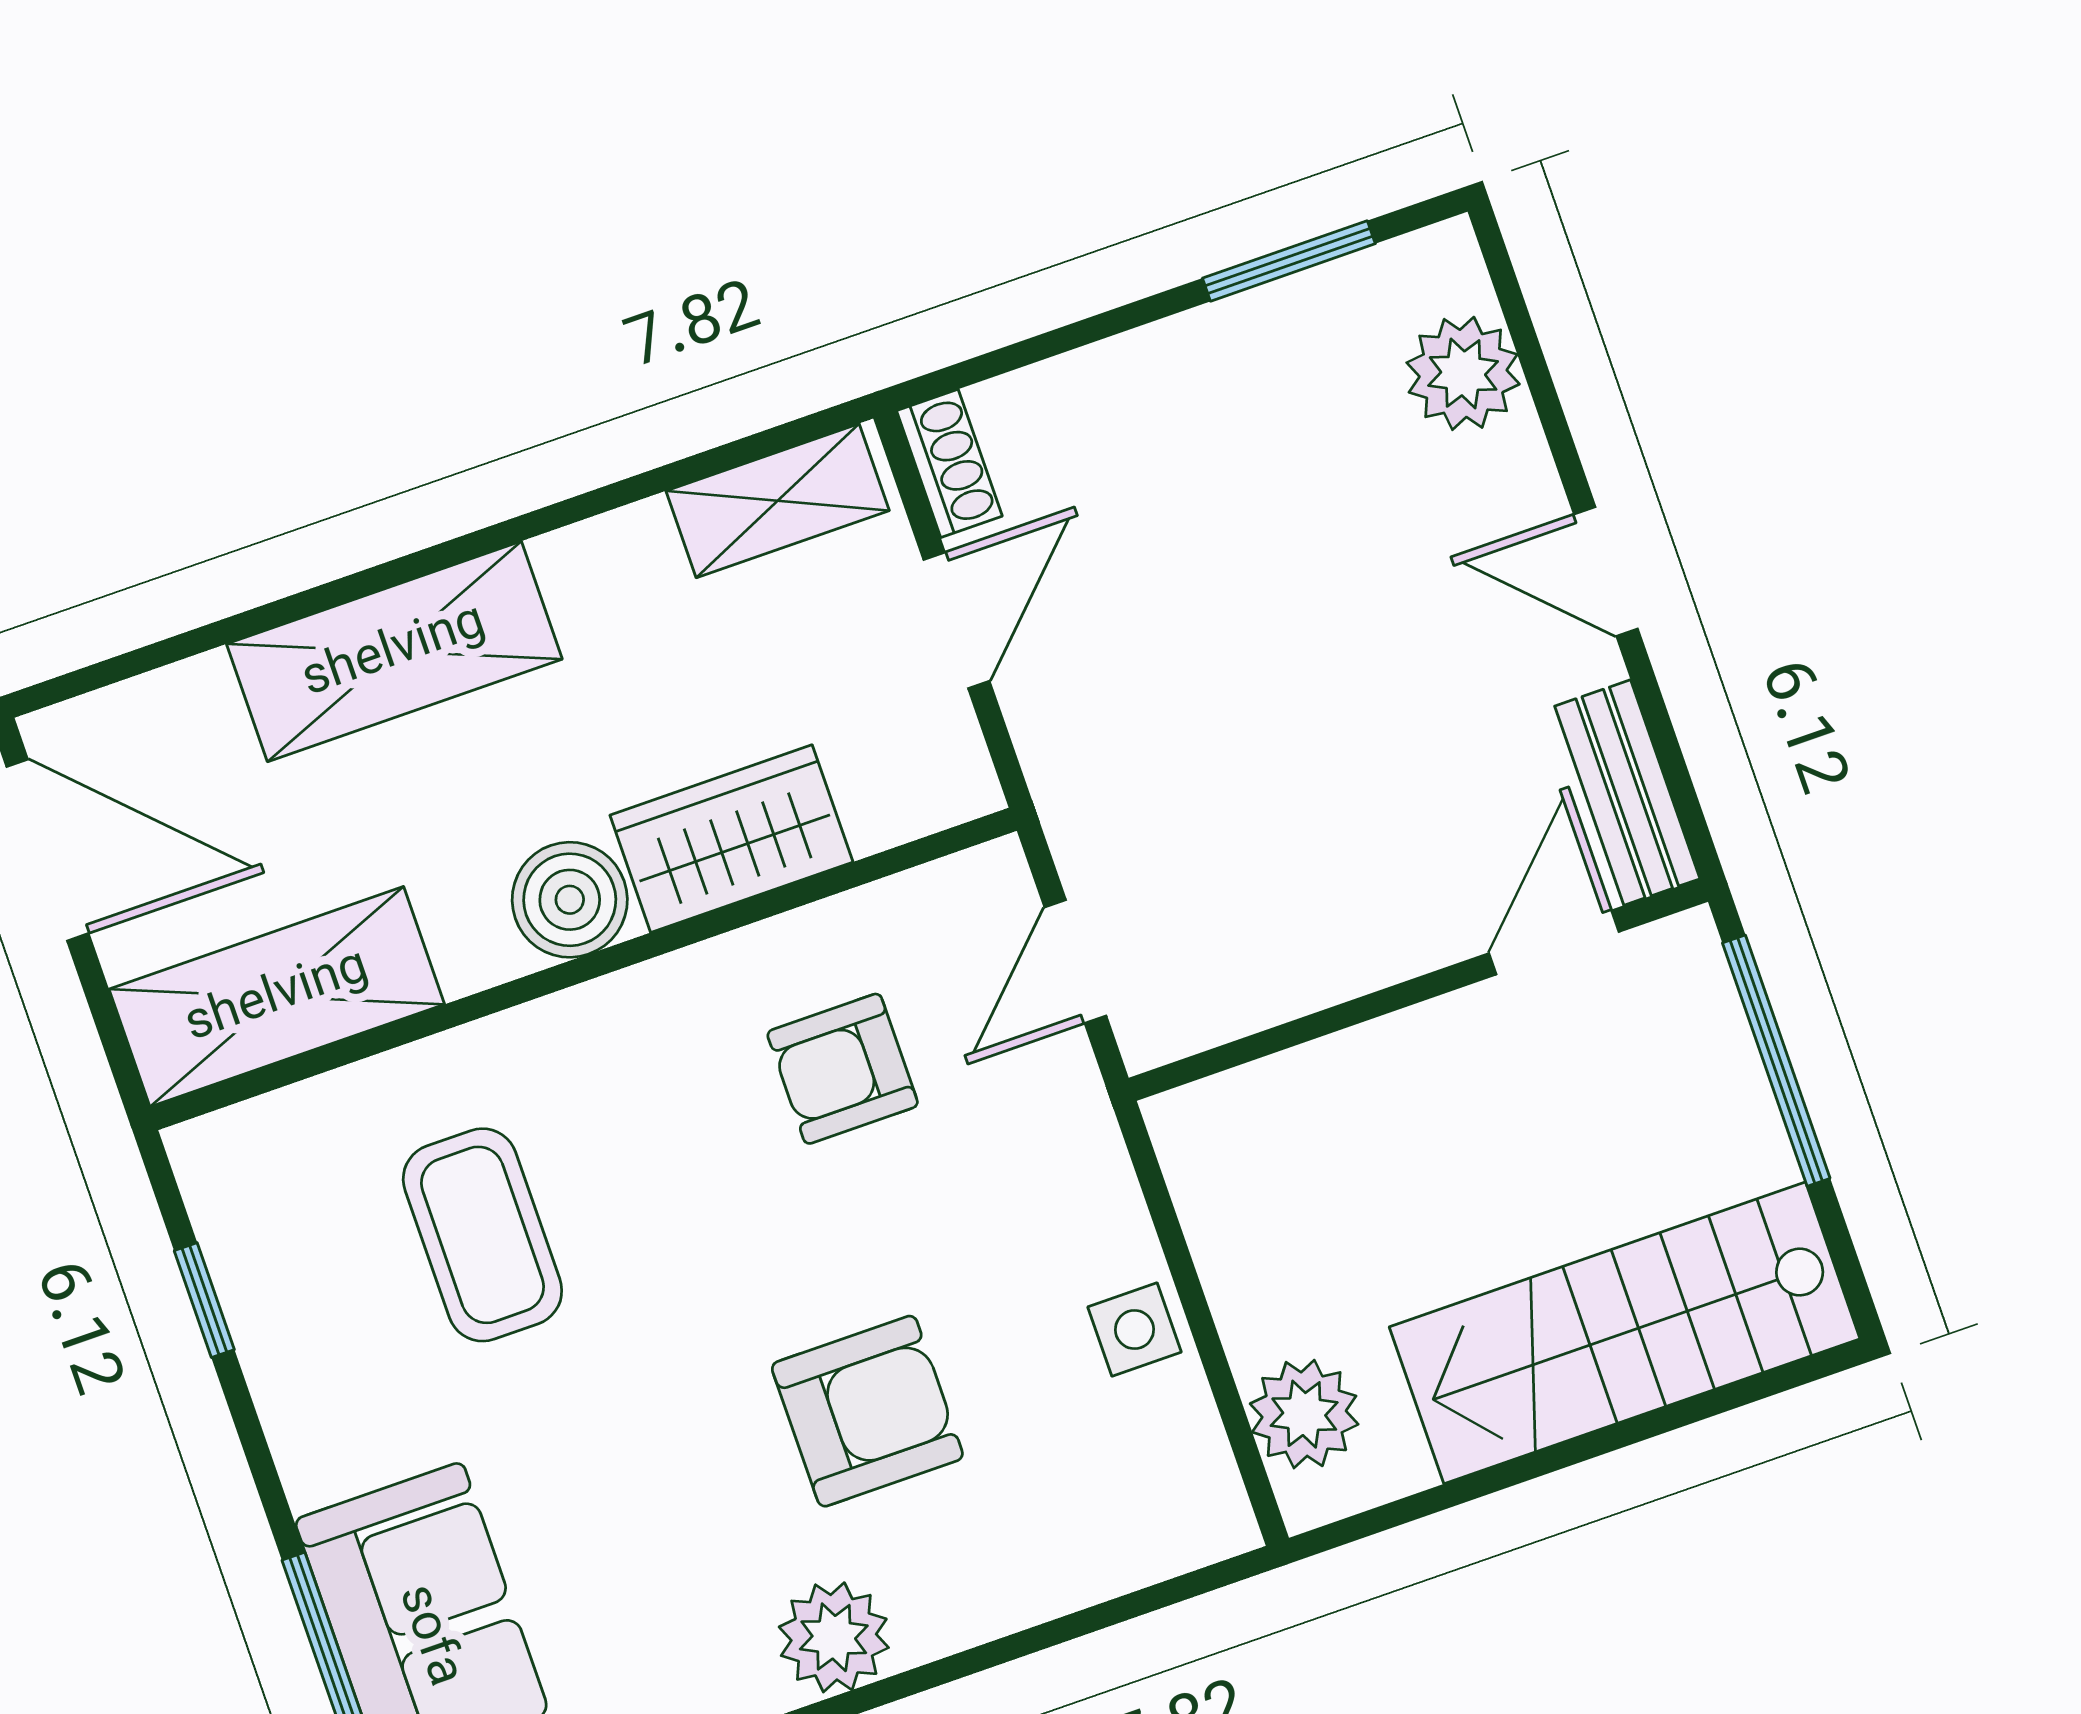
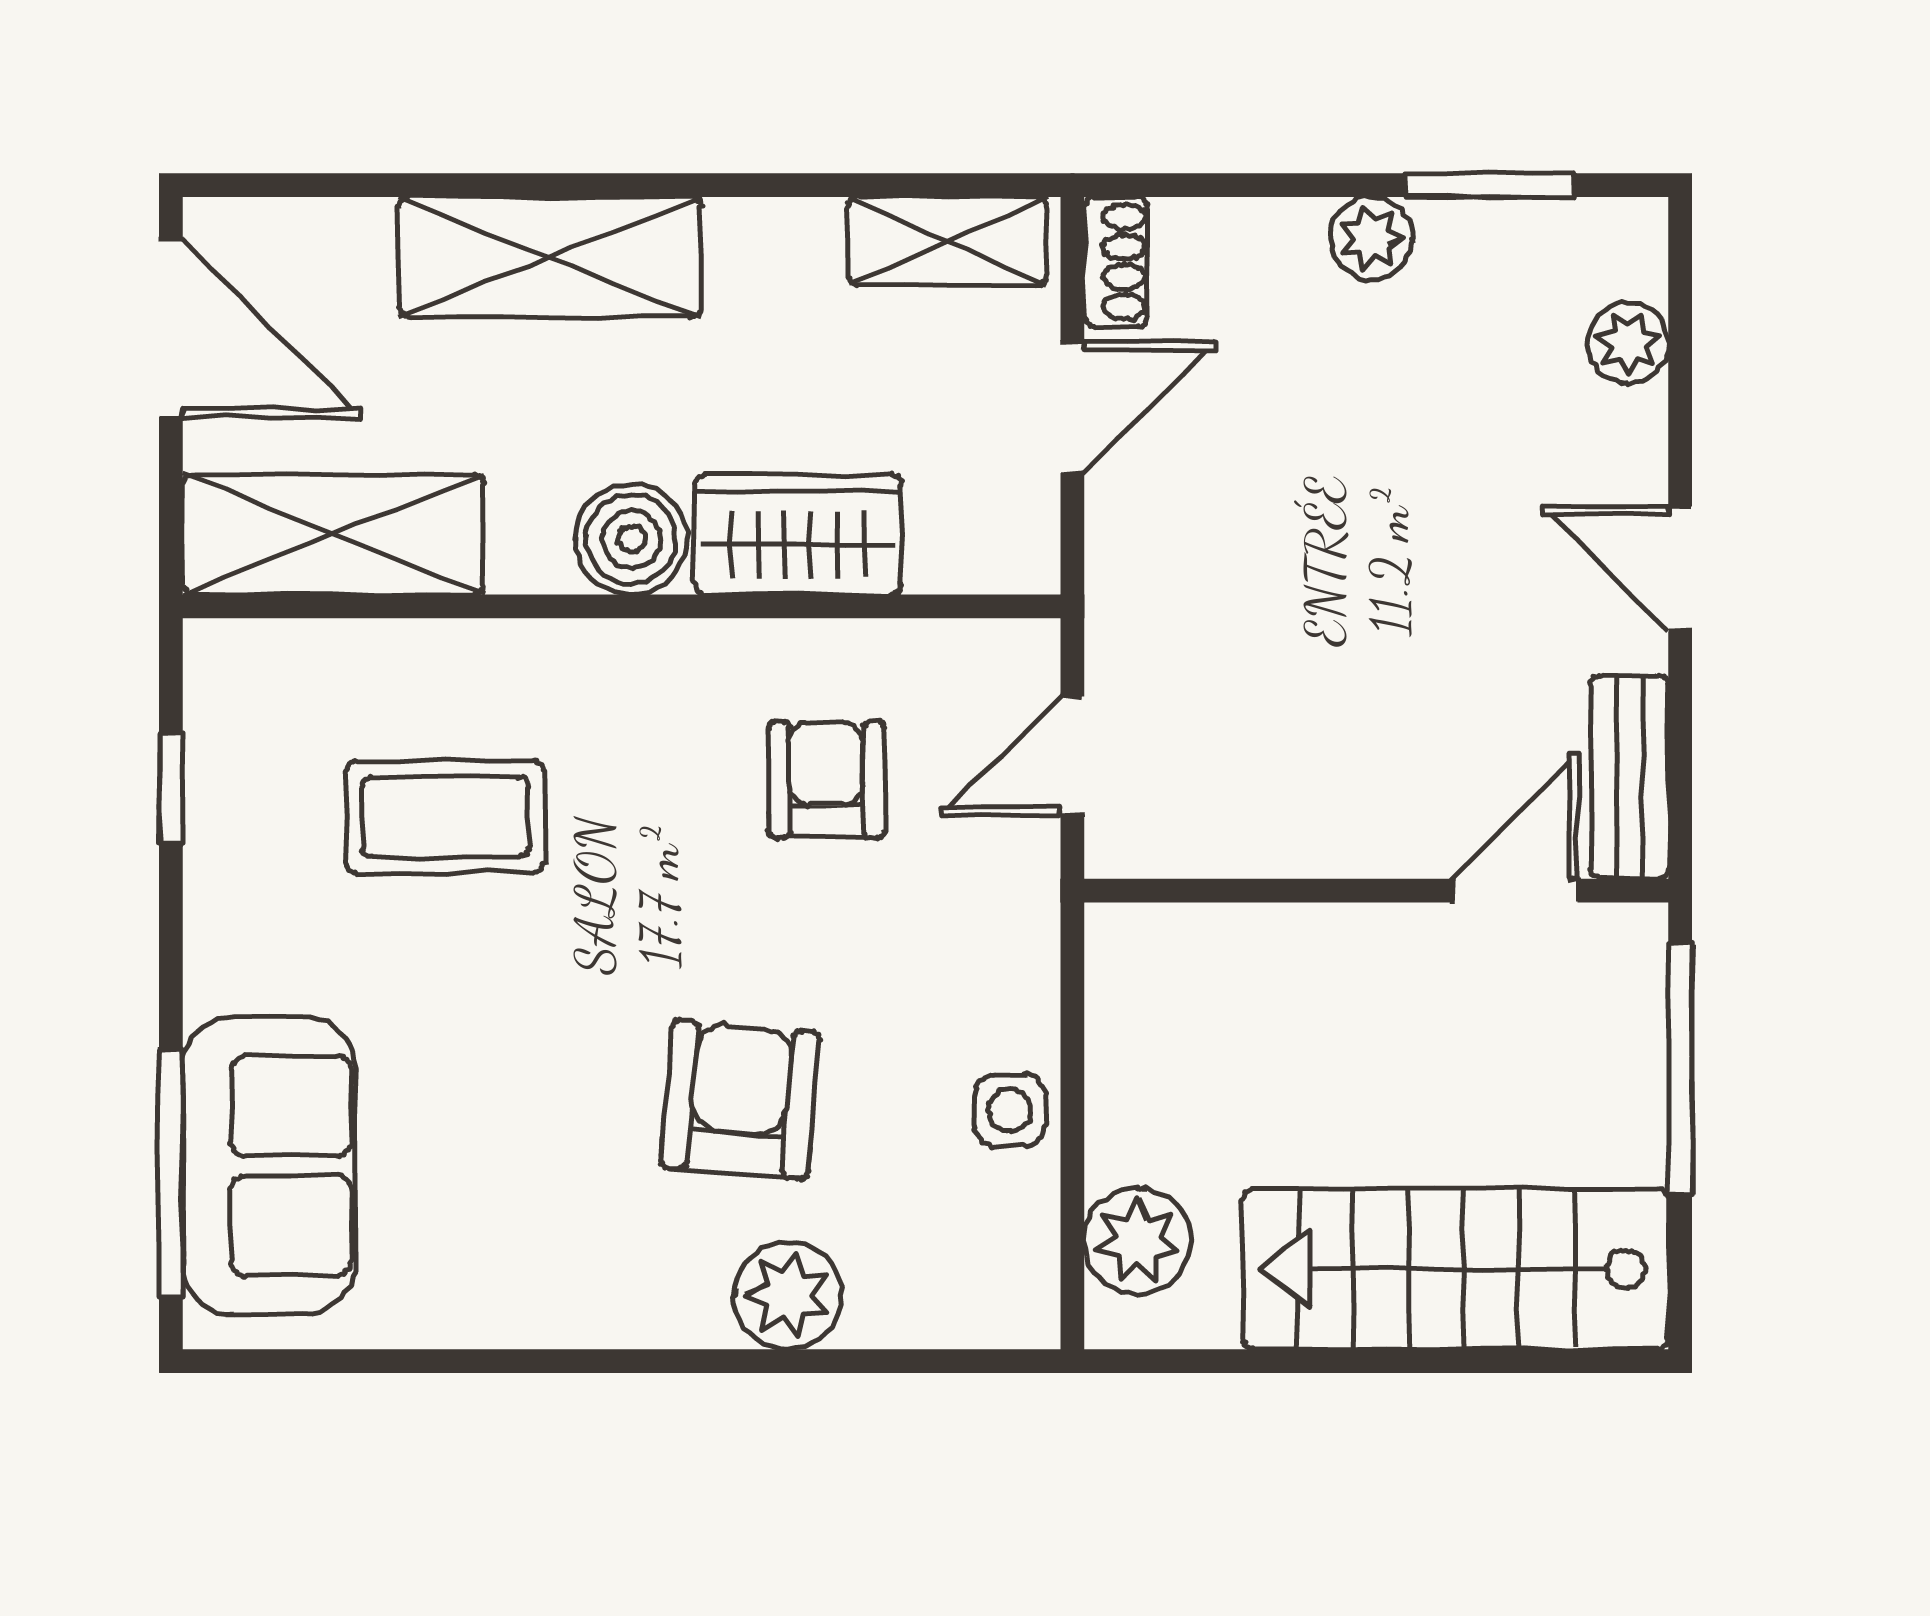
plant: (1191, 353) -> (1371, 238), added
plant: (1463, 373) -> (1628, 343), width x0.73, depth x0.73
armchair: (843, 1069) -> (826, 780), turned 90
coffee table: (482, 1235) -> (445, 817), turned 90
armchair: (867, 1411) -> (740, 1100), turned -85
plant: (834, 1637) -> (788, 1295), moved

